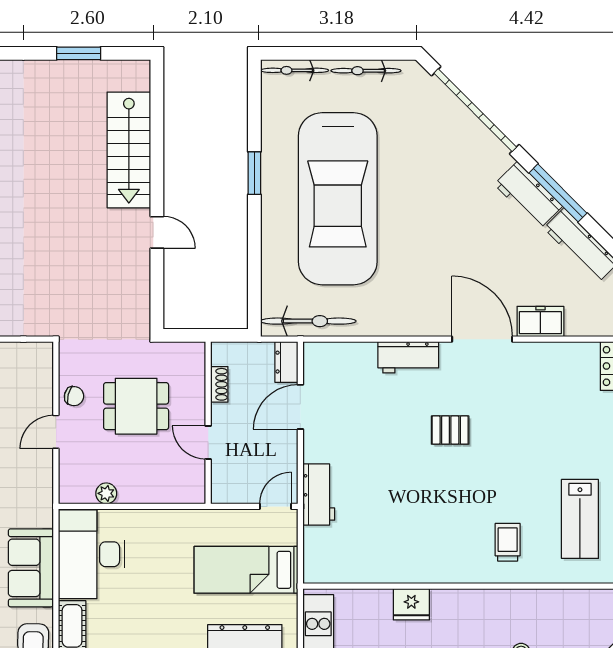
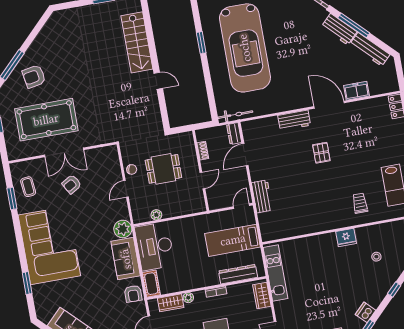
bicycle: (308, 321) -> (235, 115), width x0.73, depth x0.71
pallet: (450, 430) -> (321, 153), turned 90
door: (208, 442) -> (202, 180), swing flipped
plant: (36, 509) -> (123, 229), added
fridge: (411, 604) -> (346, 238), moved

